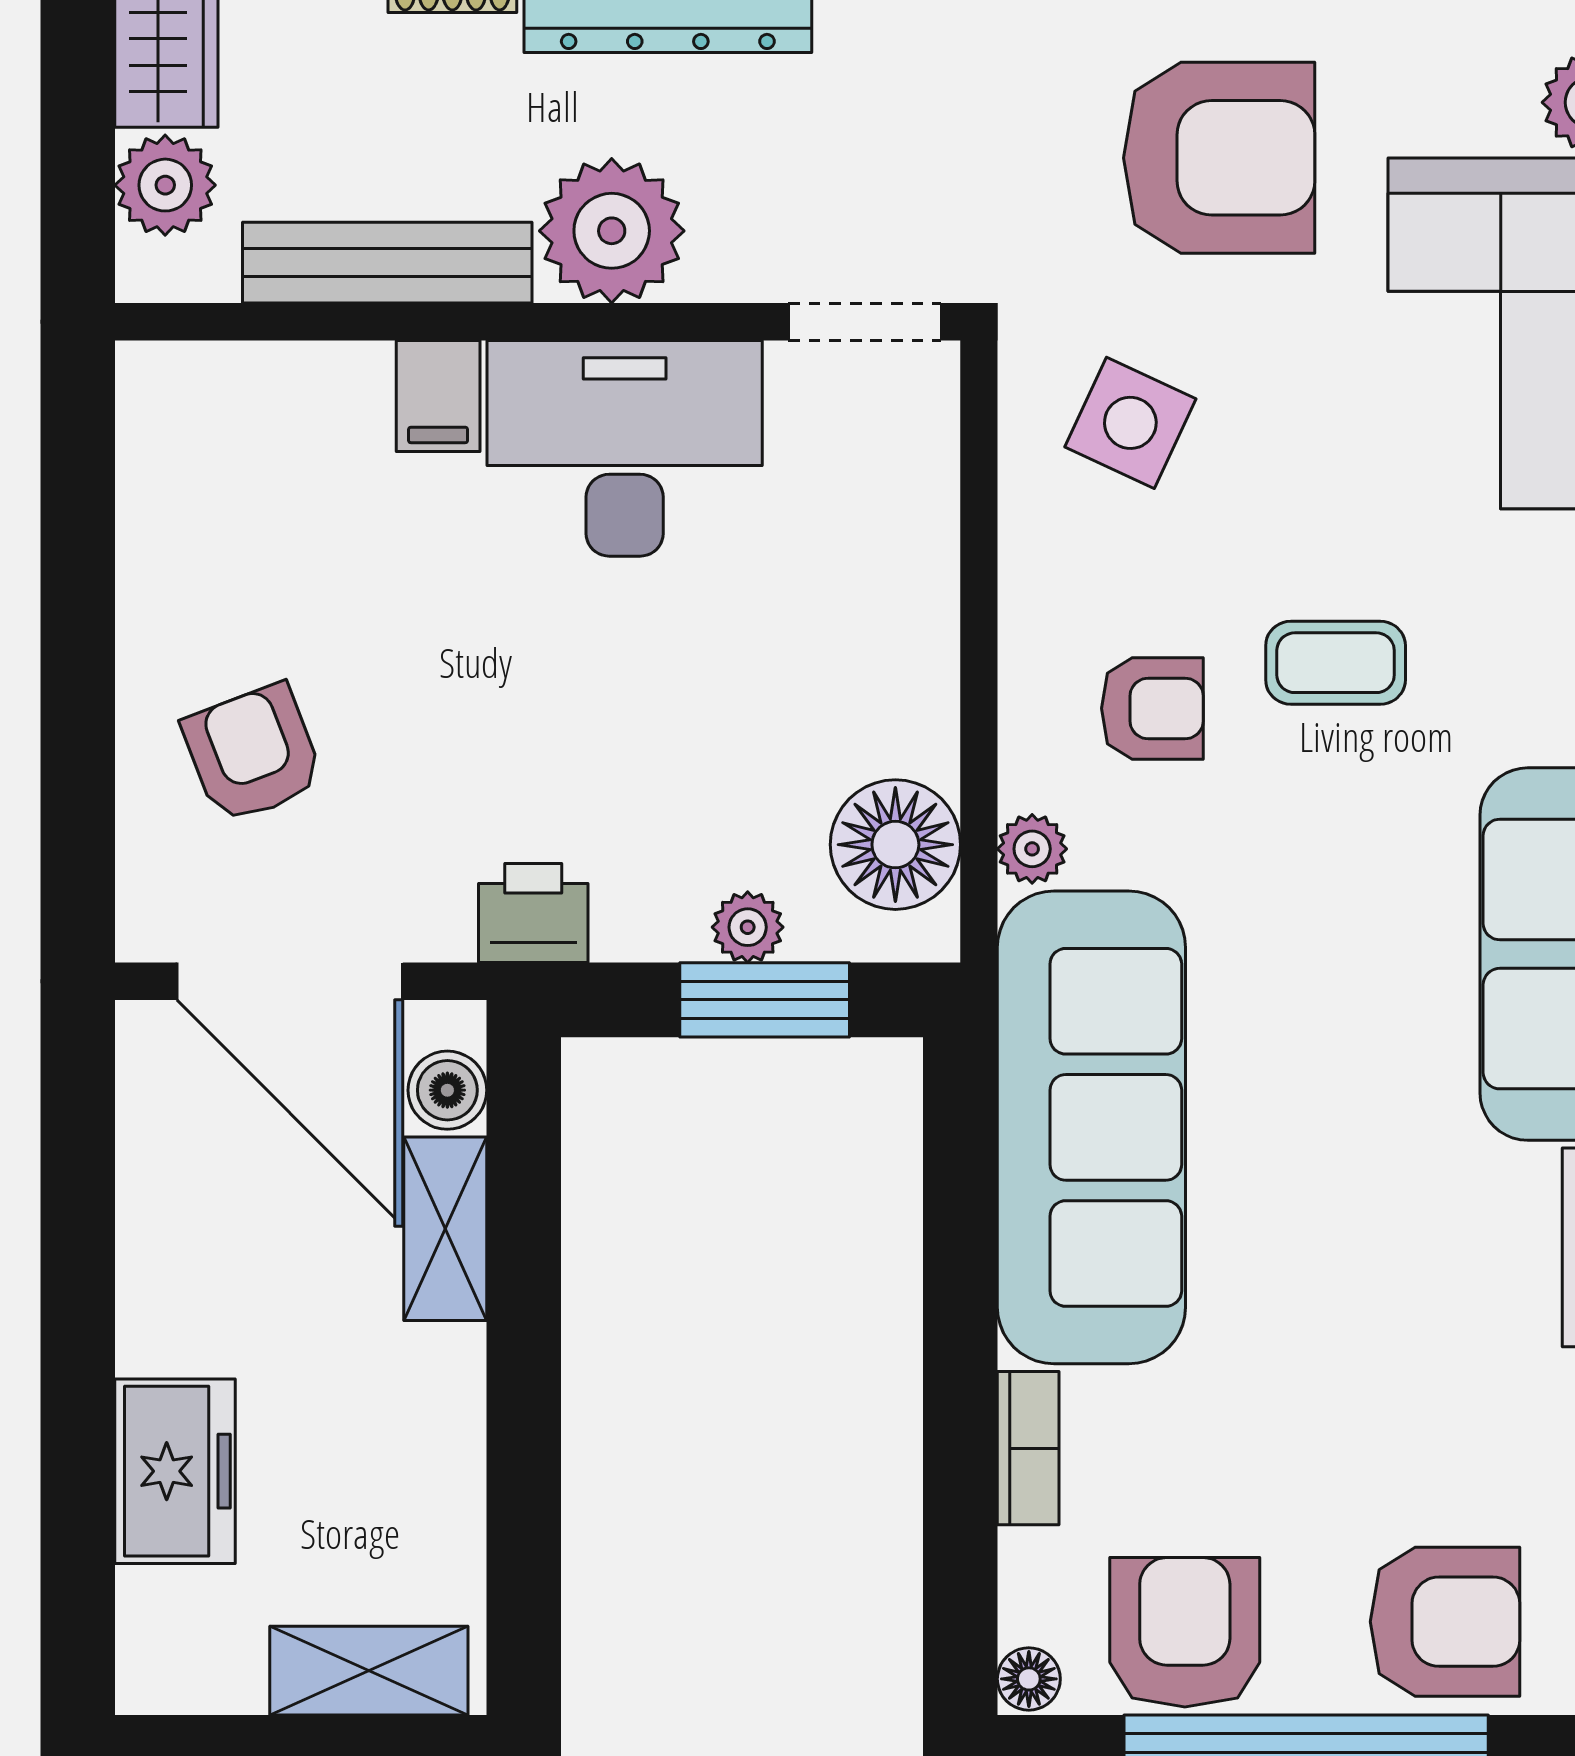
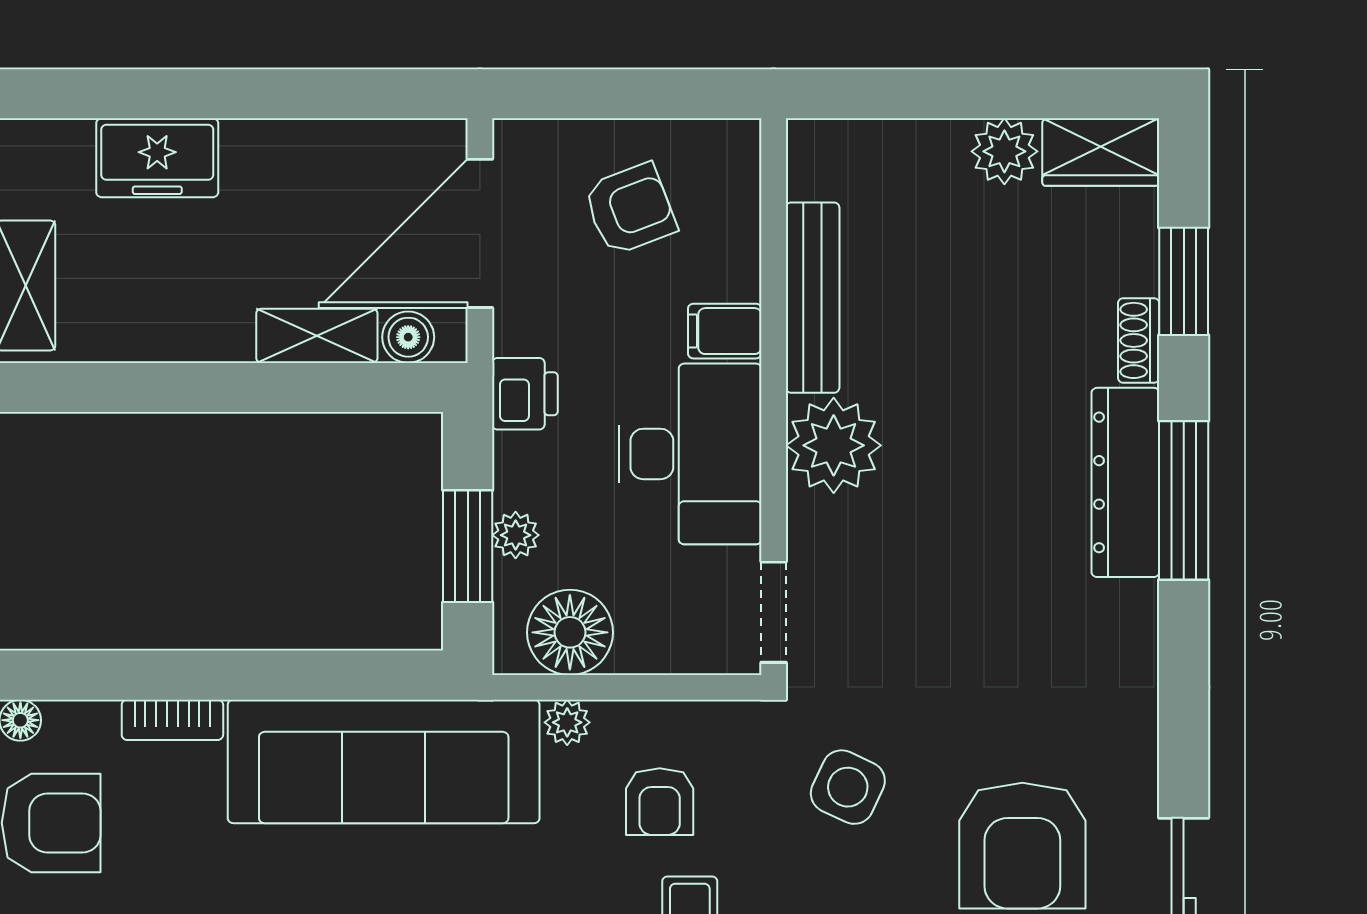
plant: (612, 231) -> (834, 445), moved
bench: (387, 263) -> (813, 298), moved
wall: (538, 322) -> (774, 397), moved
doorway: (865, 322) -> (774, 612), moved
filing cabinet: (438, 396) -> (725, 331), moved
desk: (625, 448) -> (690, 454), moved

